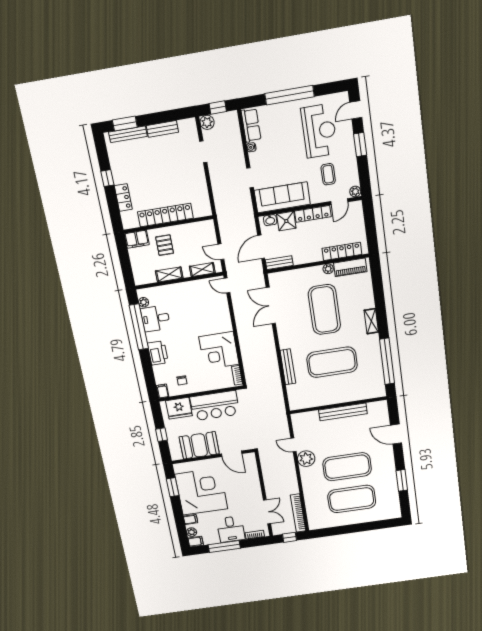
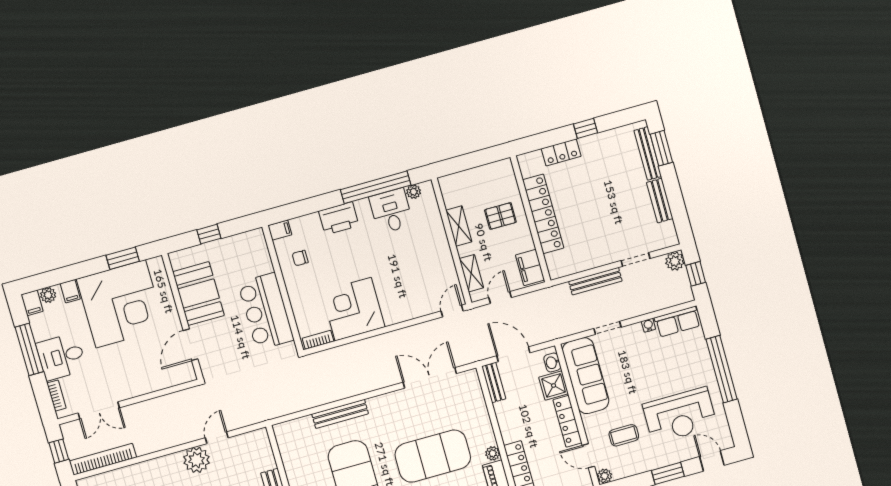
bench: (216, 183) -> (595, 281), added
filing cabinet: (137, 239) -> (530, 267), moved
fridge: (179, 408) -> (255, 257), removed

